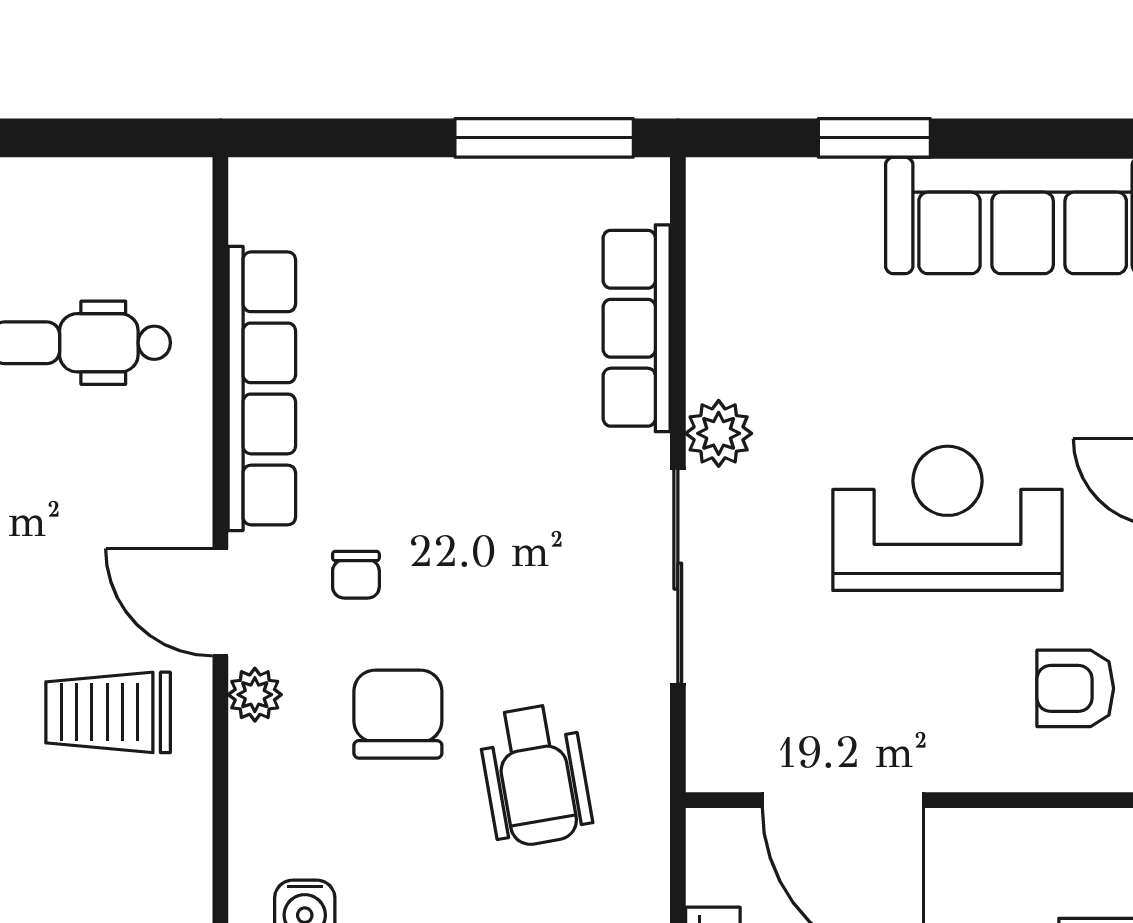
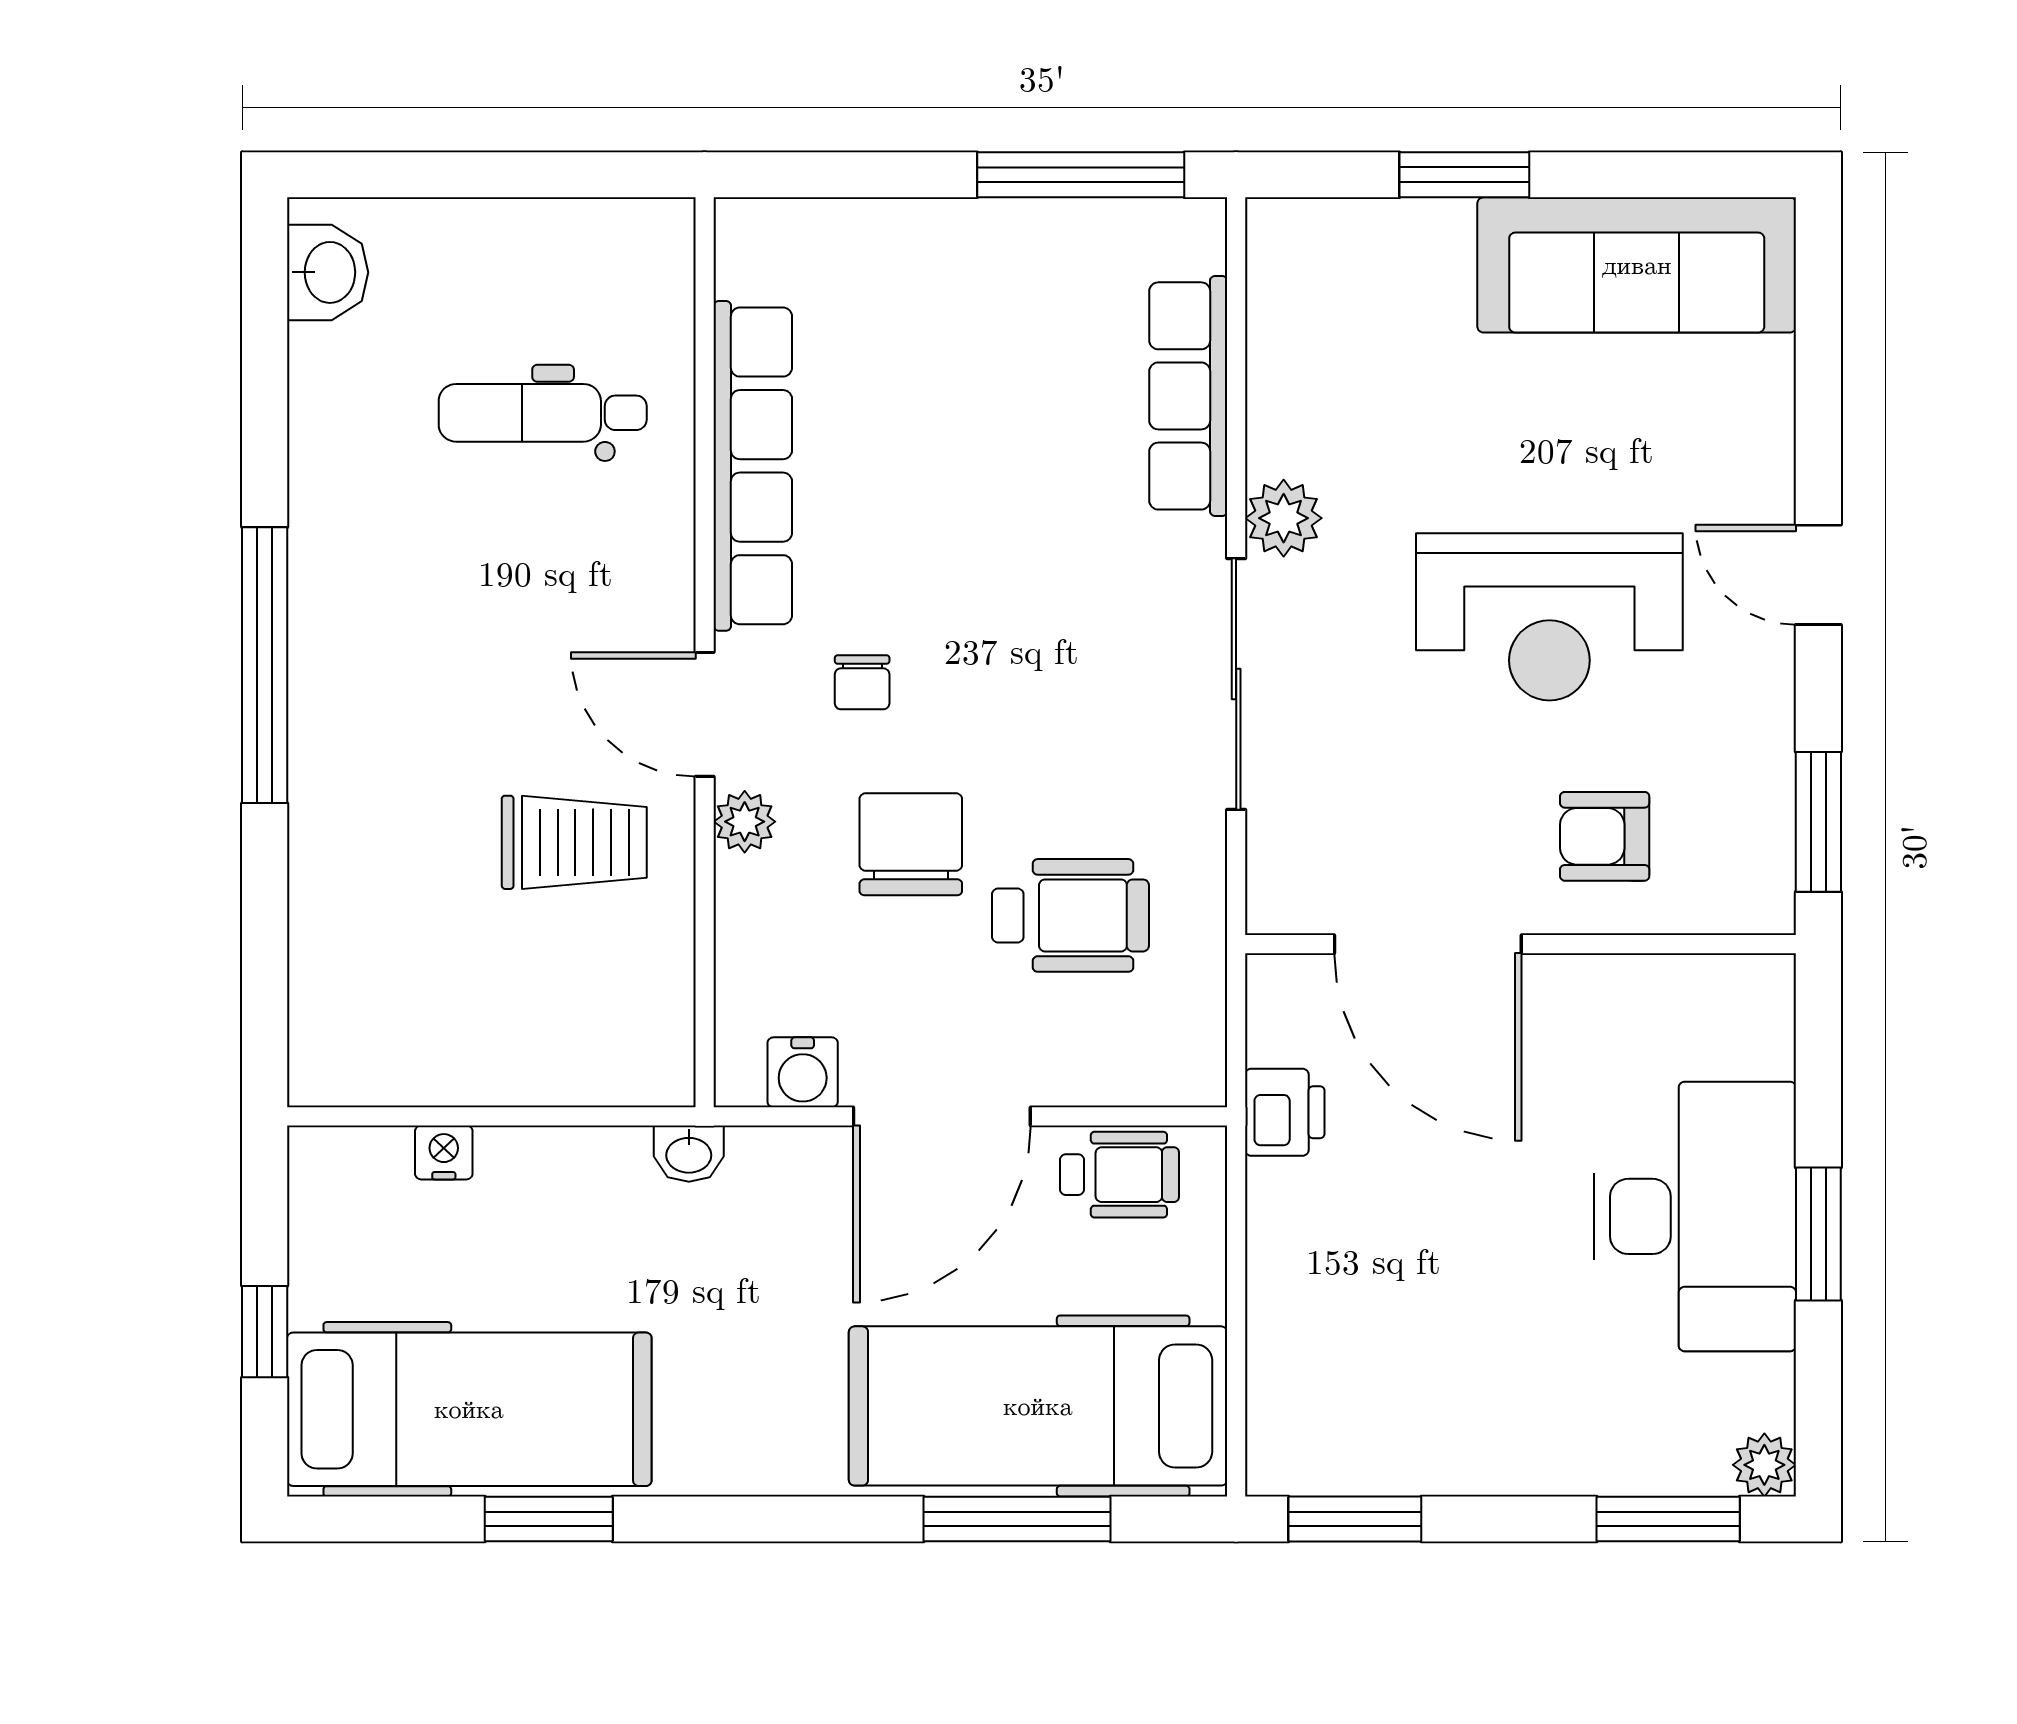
reception desk: (947, 518) -> (1549, 617), turned 180
armchair: (1075, 688) -> (1605, 836), moved
trolley: (108, 712) -> (574, 842), turned 180
wheelchair: (535, 775) -> (1070, 915), turned -80

